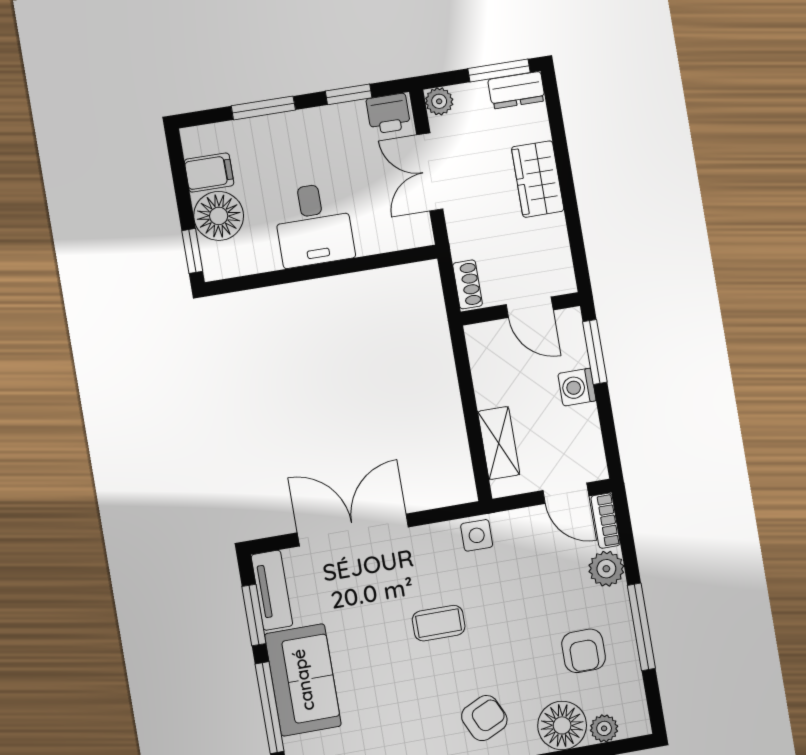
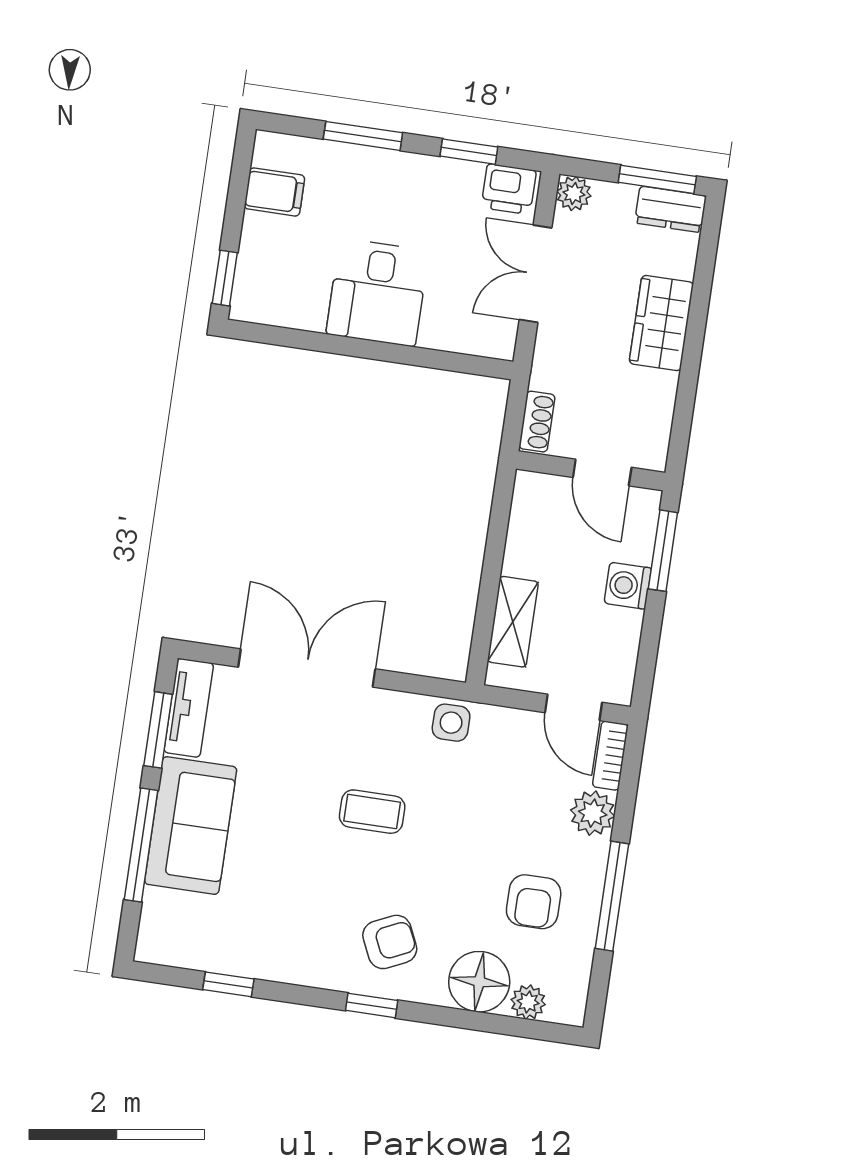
floor lamp: (219, 216) -> (269, 247), removed

